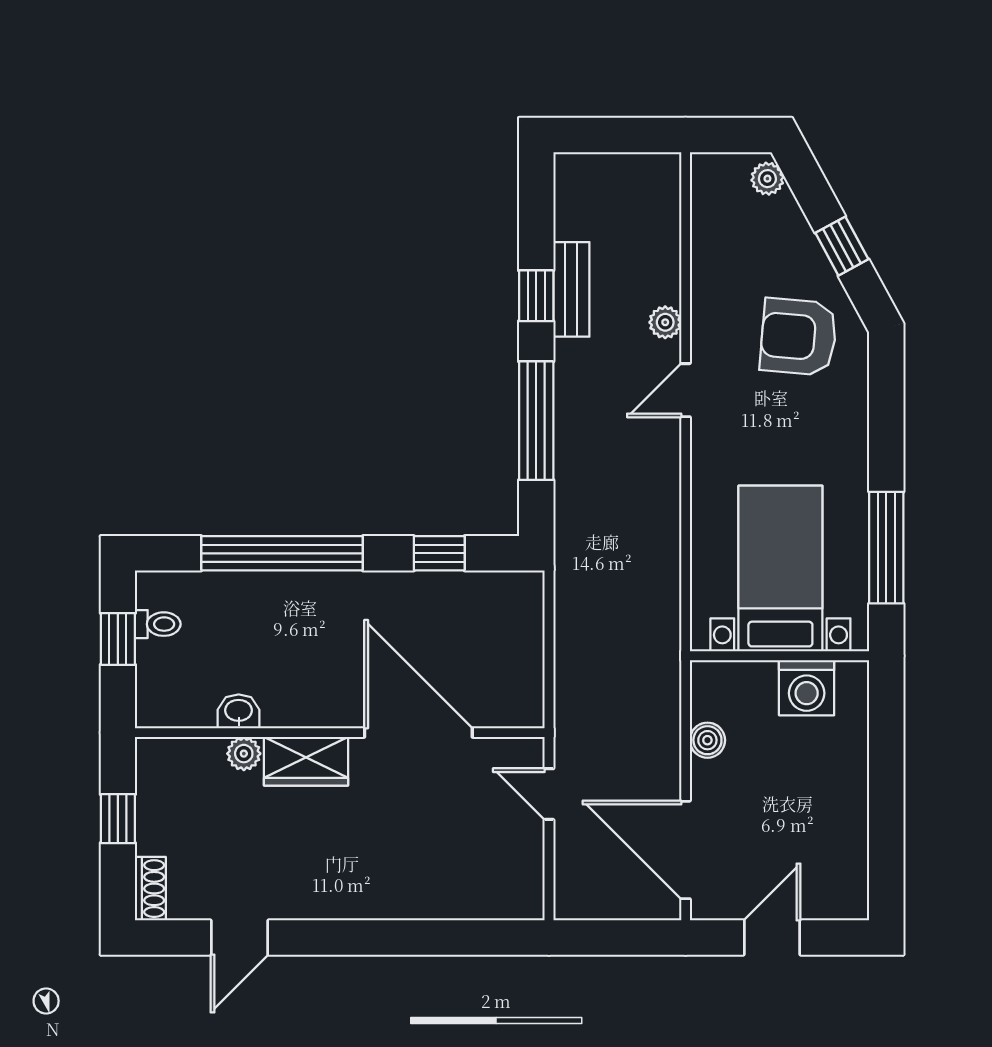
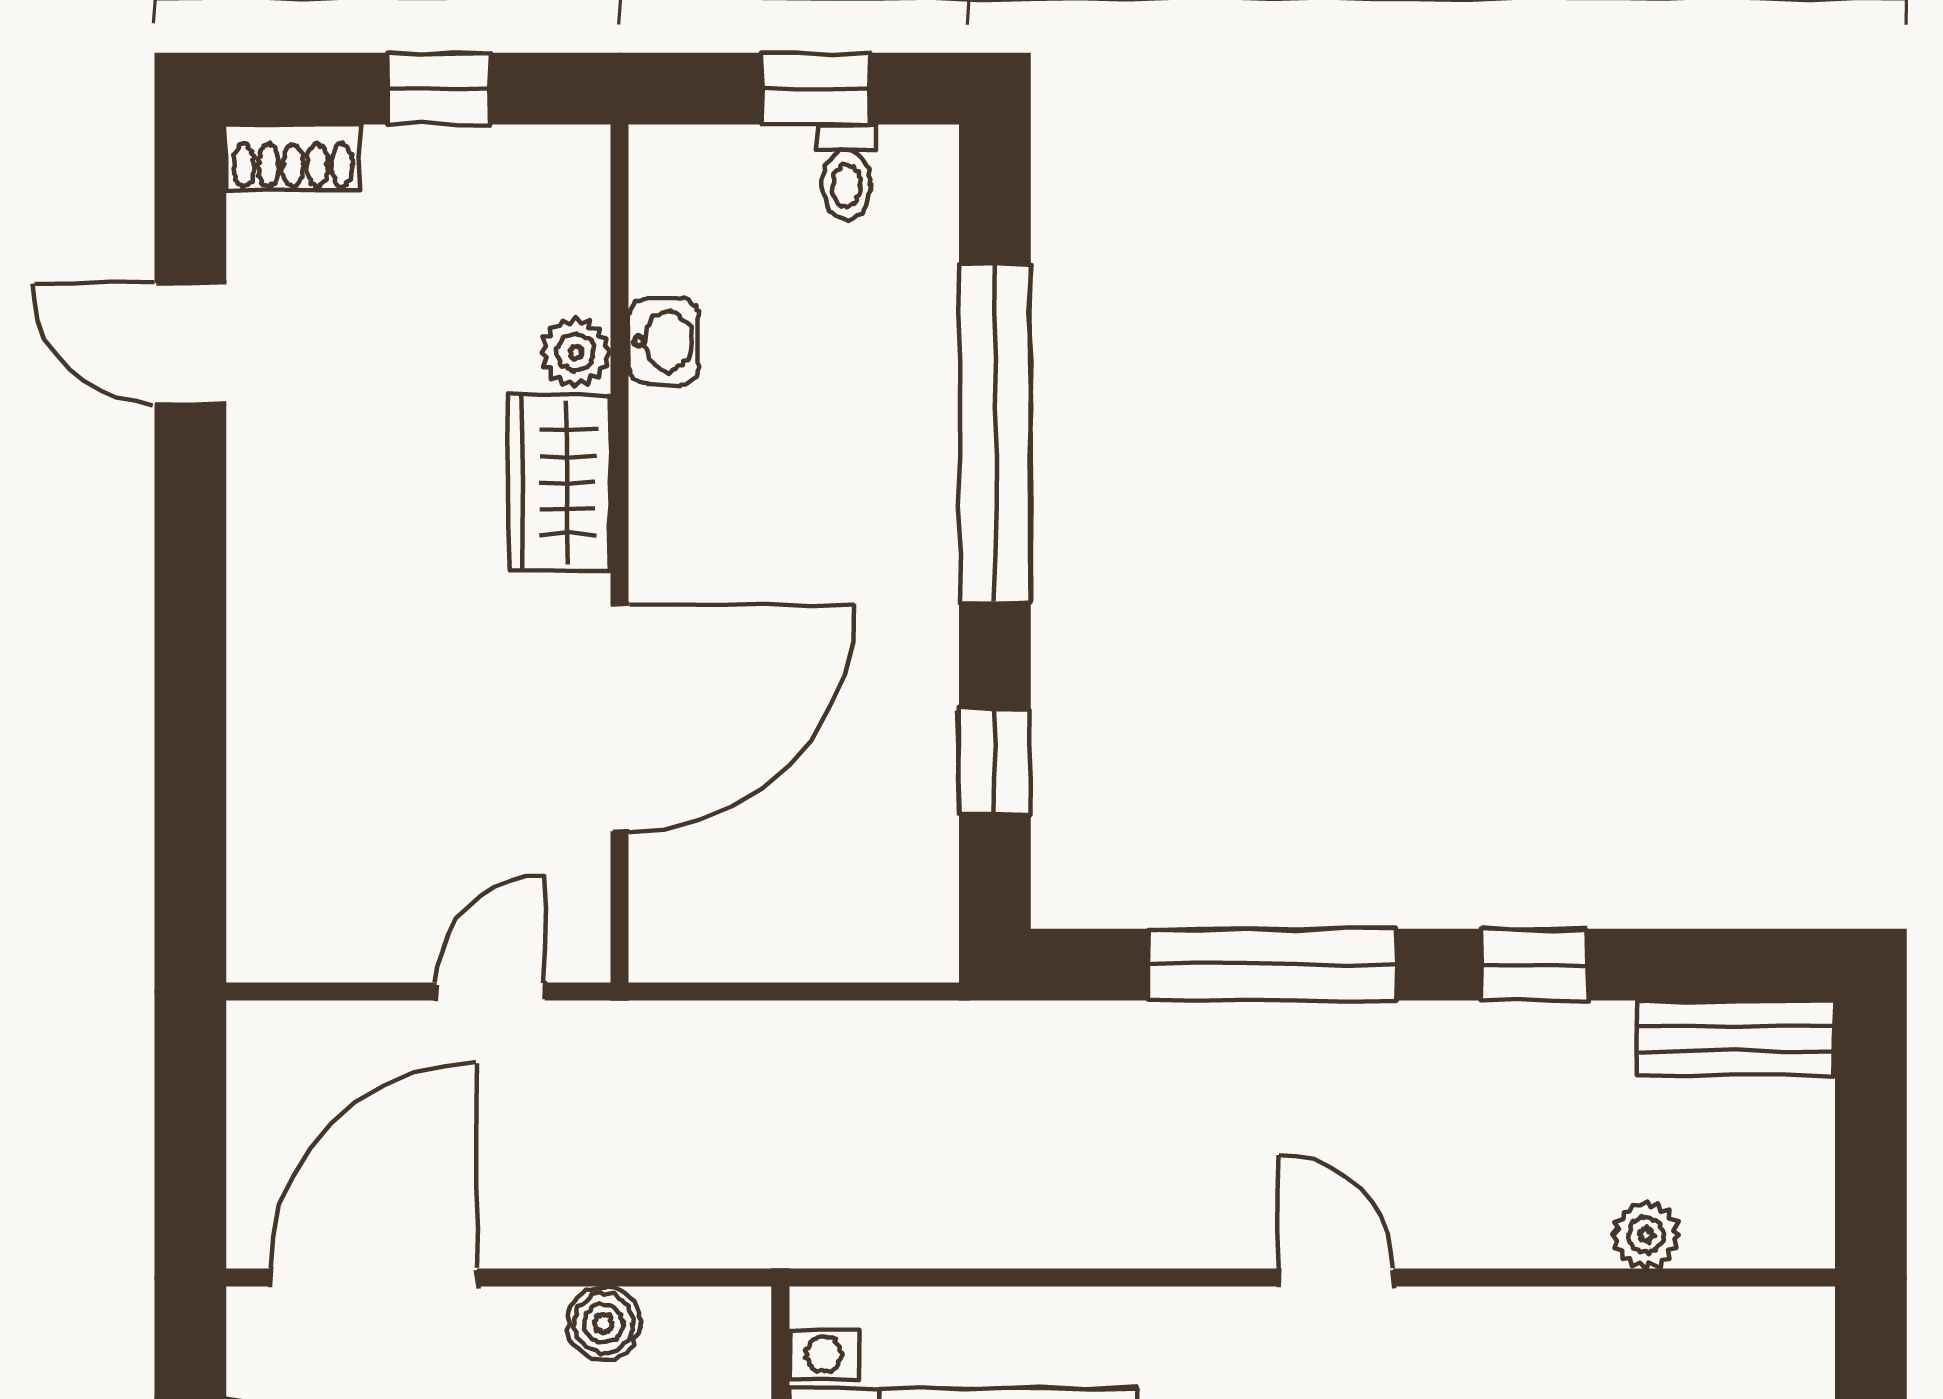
bench: (571, 289) -> (1736, 1038), moved
plant: (665, 322) -> (1646, 1235), moved

